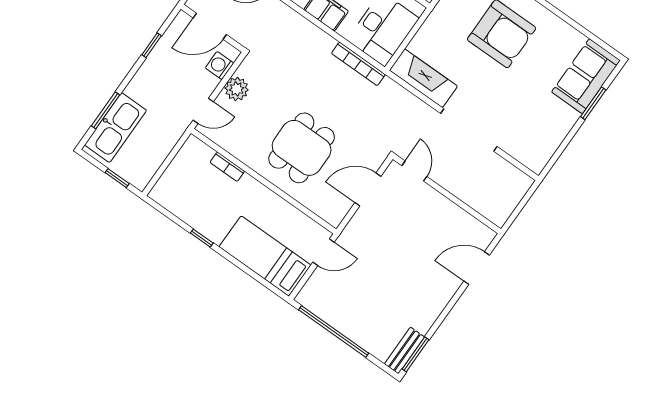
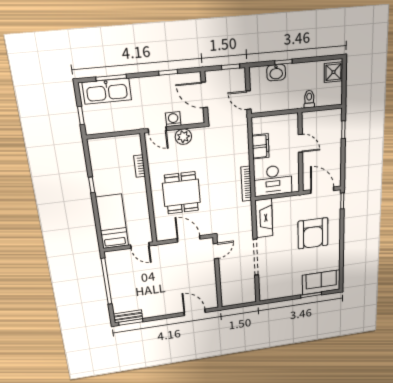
washing machine: (220, 65) -> (173, 119), moved
dining table: (302, 148) -> (182, 193), turned 90

